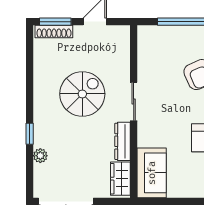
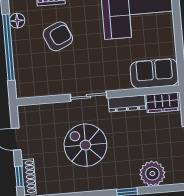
window: (55, 22) -> (19, 176), width x0.67
plant: (40, 156) -> (152, 173), width x1.88, depth x1.88

